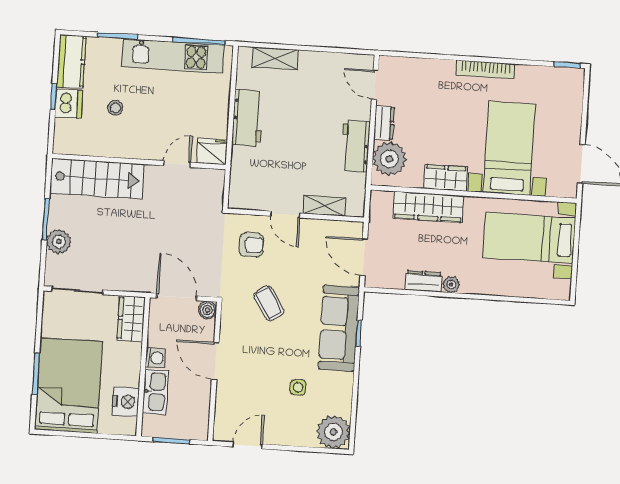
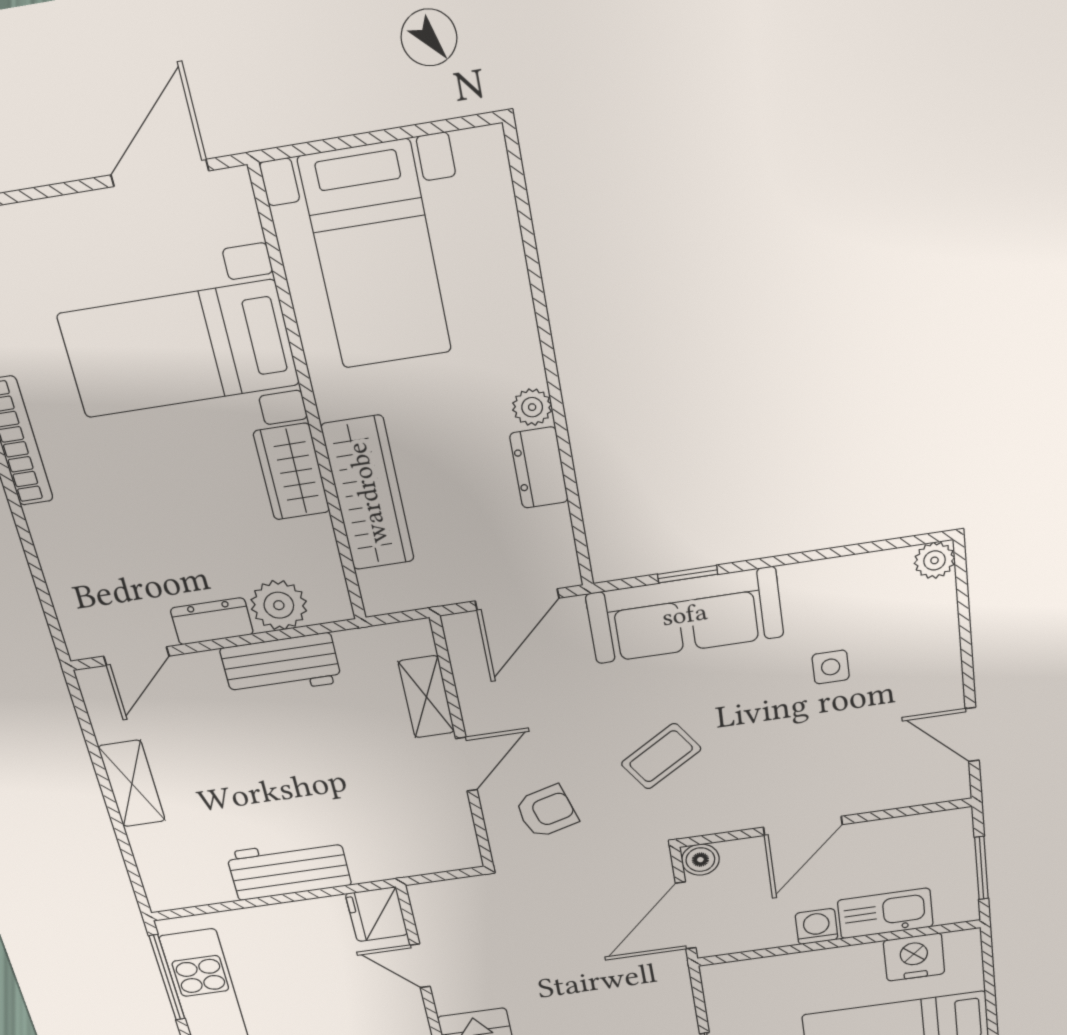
shelving: (275, 58) -> (132, 784), moved
plant: (389, 159) -> (279, 605), width x0.73, depth x0.73
armchair: (251, 245) -> (546, 811), turned 74
wardrobe: (131, 318) -> (746, 980), removed
plant: (333, 432) -> (934, 560), width x0.53, depth x0.53

